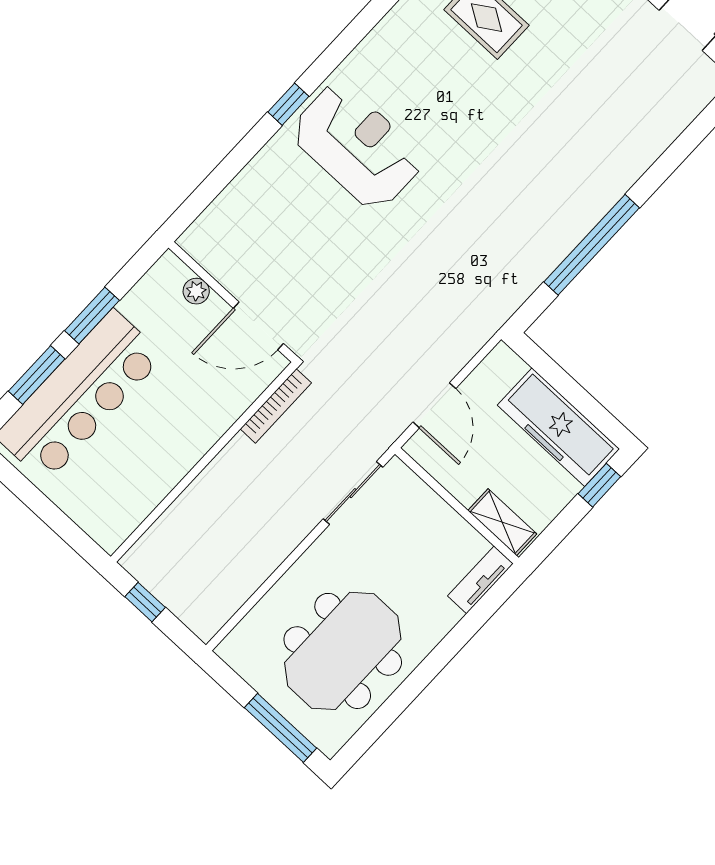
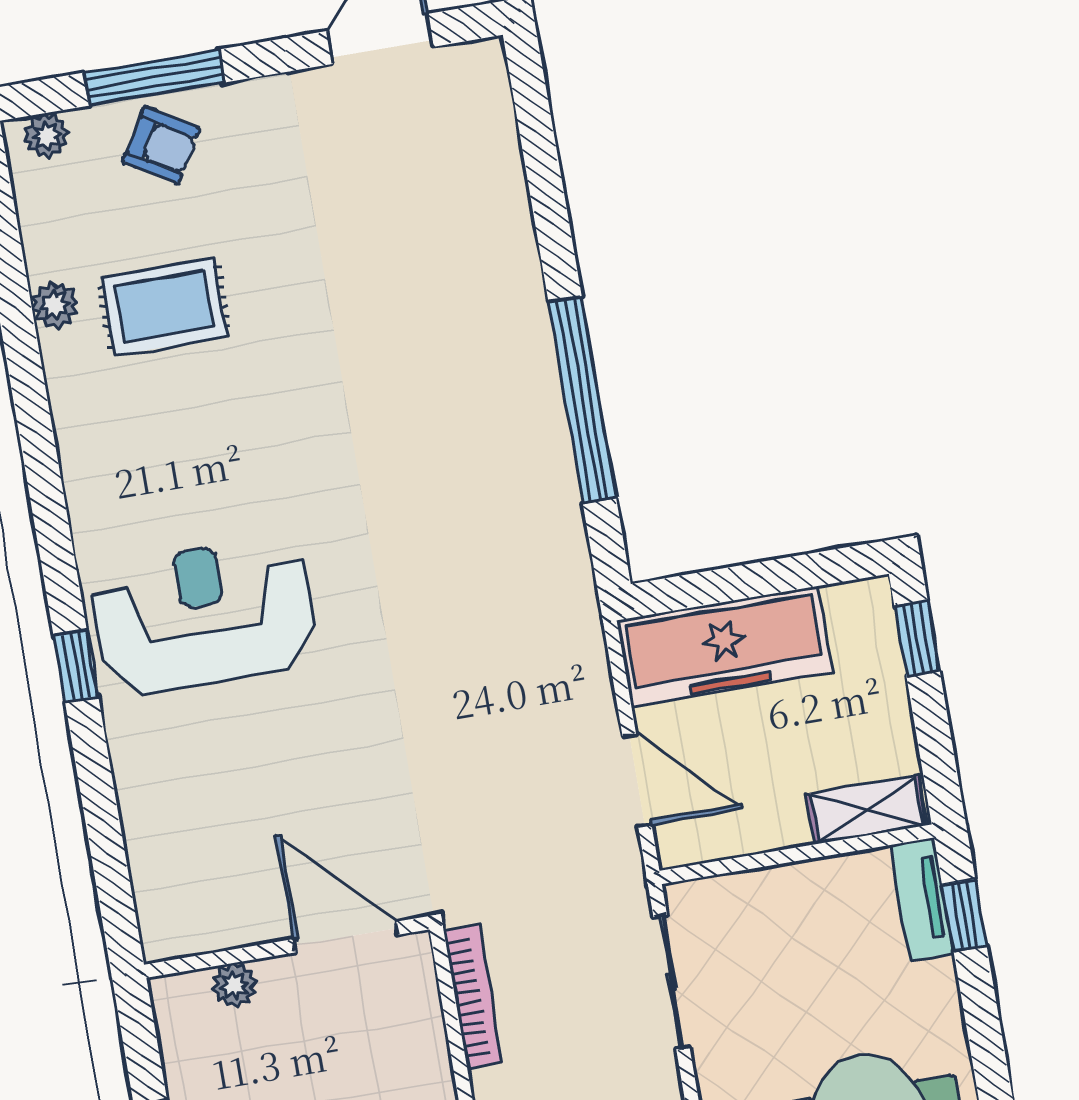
door: (258, 326) -> (346, 937), swing flipped
freezer: (558, 427) -> (725, 647), moved
window: (488, 605) -> (964, 915), added

